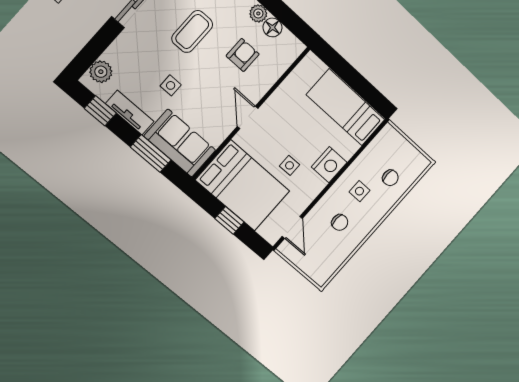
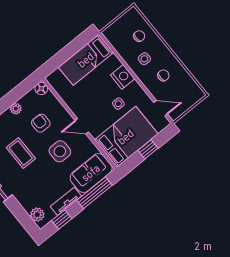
floor lamp: (273, 28) -> (41, 89), moved
side table: (171, 85) -> (60, 151), moved, width x1.87, depth x1.87
window: (151, 153) -> (95, 193), width x1.44

